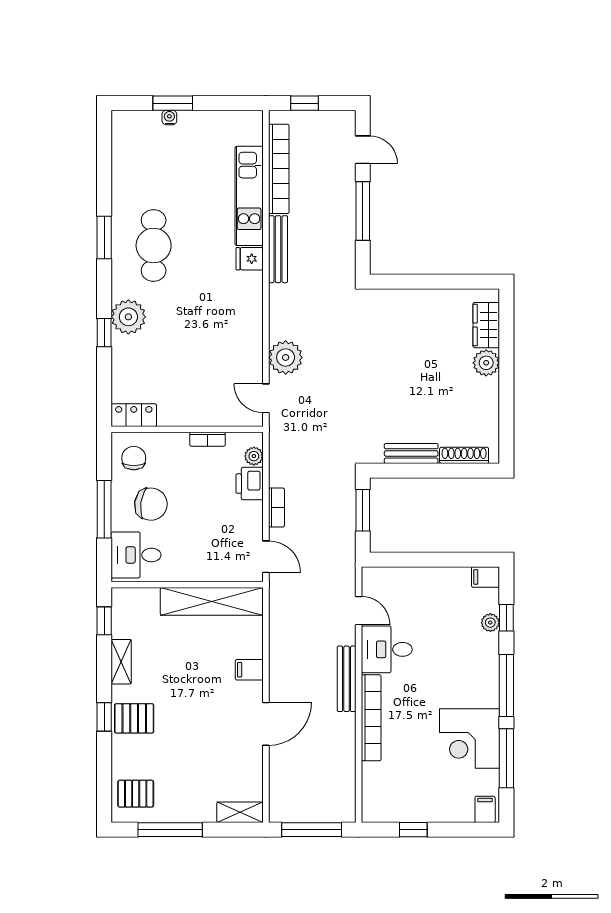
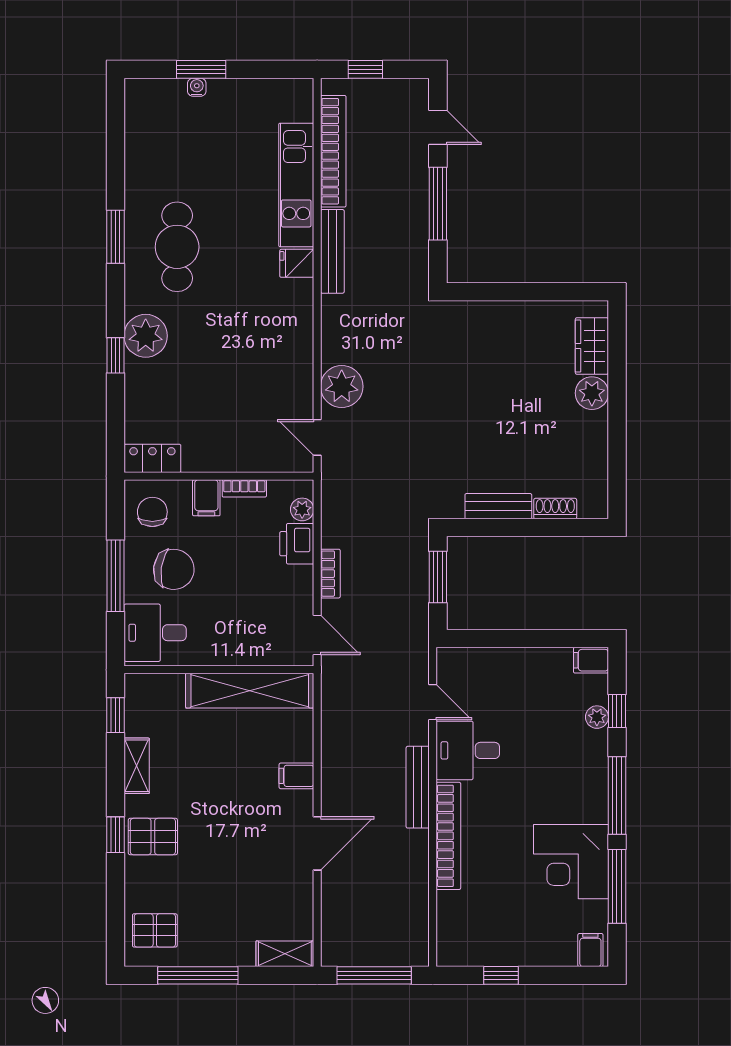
filing cabinet: (177, 447) -> (206, 498), added
shoe rack: (464, 455) -> (555, 509), width x0.70

